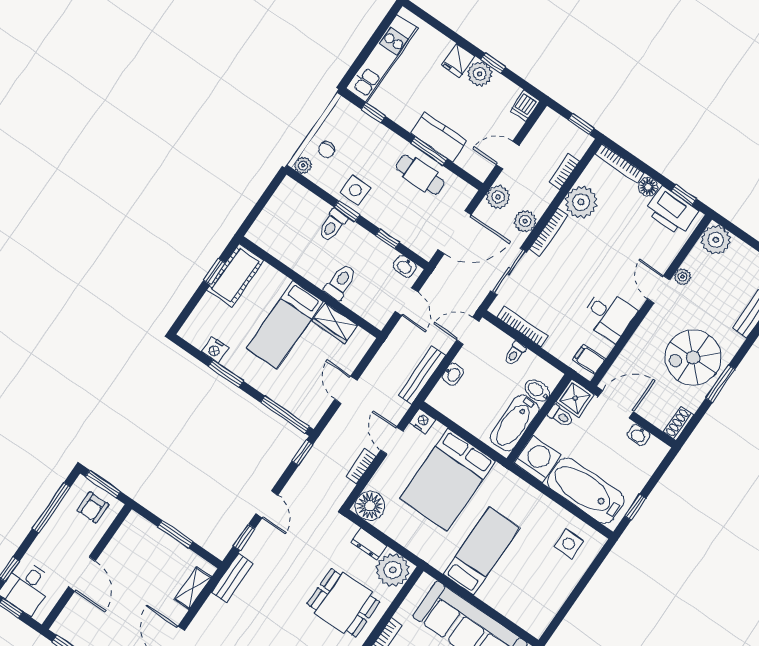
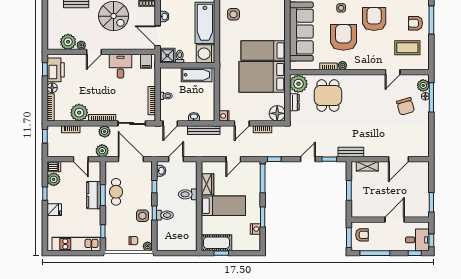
plant: (480, 74) -> (54, 179), moved
plant: (716, 240) -> (68, 42), moved
door: (468, 331) -> (170, 123), hinge flipped
bidet: (537, 391) -> (175, 75), removed
bed: (448, 480) -> (262, 77), moved, turned 180

